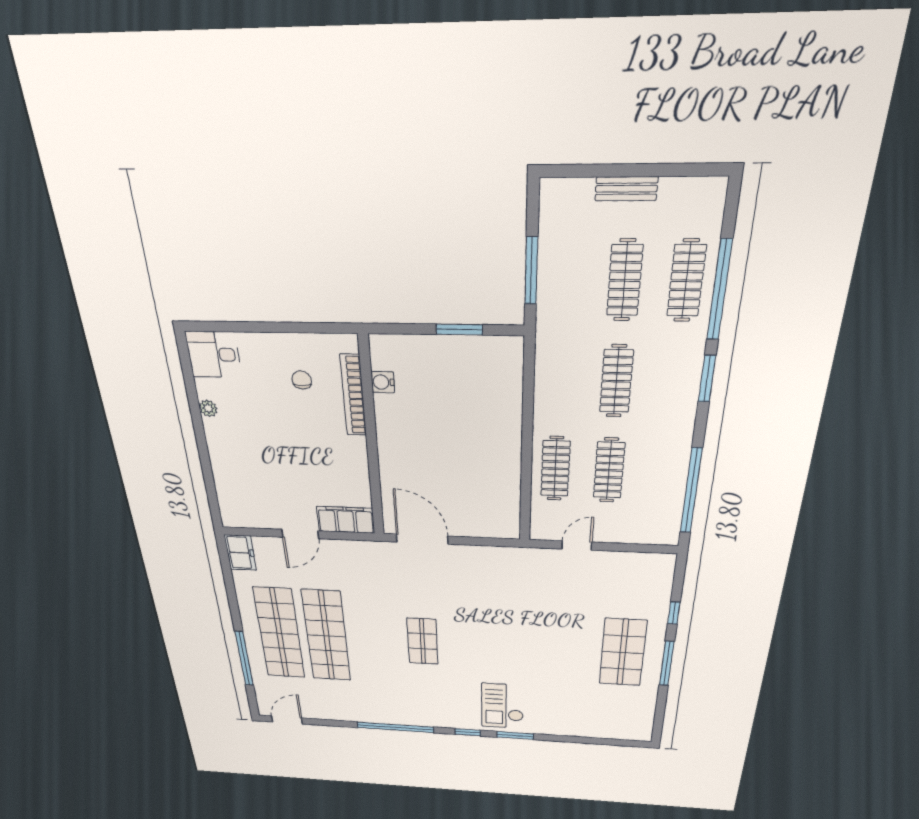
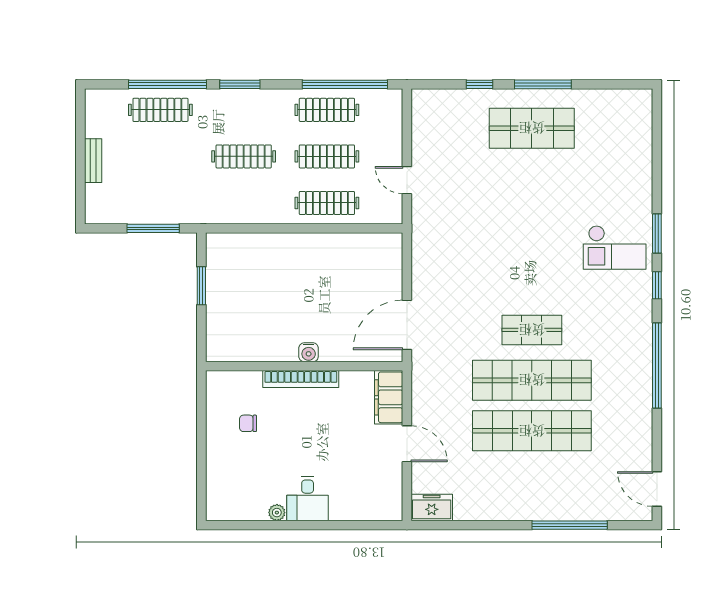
clothes rail: (625, 280) -> (327, 110), moved
desk: (214, 355) -> (308, 499), moved
water cooler: (383, 382) -> (309, 352), moved
bookcase: (353, 395) -> (301, 379), moved
shop shelf: (279, 633) -> (532, 380), moved

